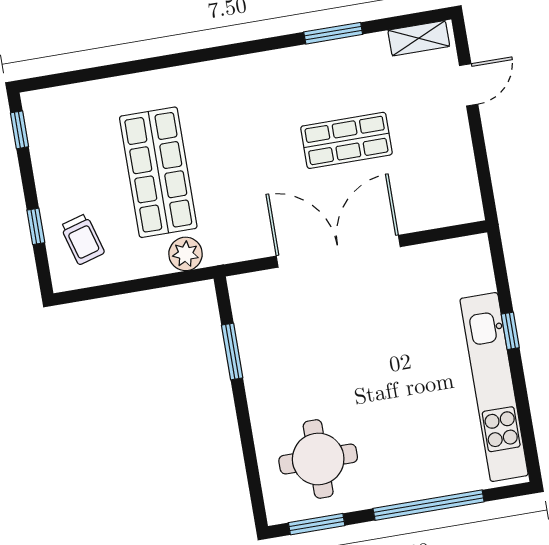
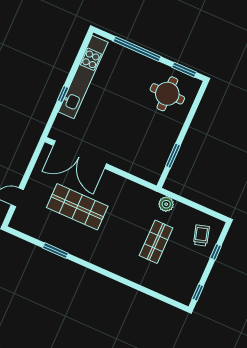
shelving: (419, 38) -> (24, 227), removed
shop shelf: (346, 140) -> (77, 207), width x1.43, depth x1.36
shop shelf: (158, 172) -> (156, 242), width x0.70, depth x0.74
double door: (338, 251) -> (80, 155), moved

